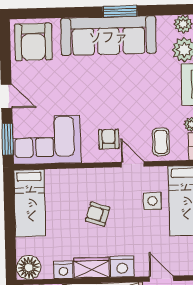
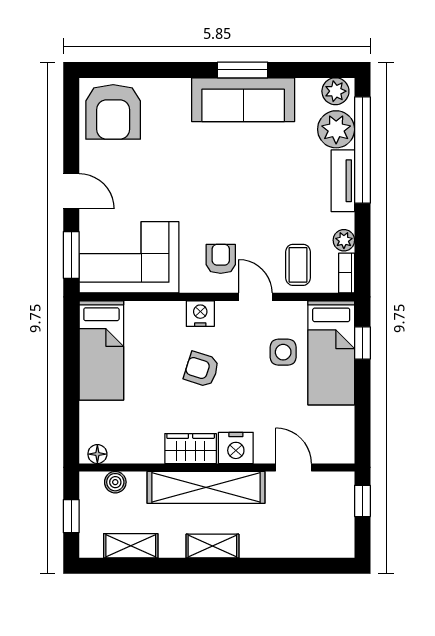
sofa: (108, 36) -> (243, 100), width x0.74, depth x0.79
floor lamp: (29, 267) -> (97, 454), width x0.53, depth x0.53
nightstand: (63, 270) -> (200, 314), moved, turned 180

